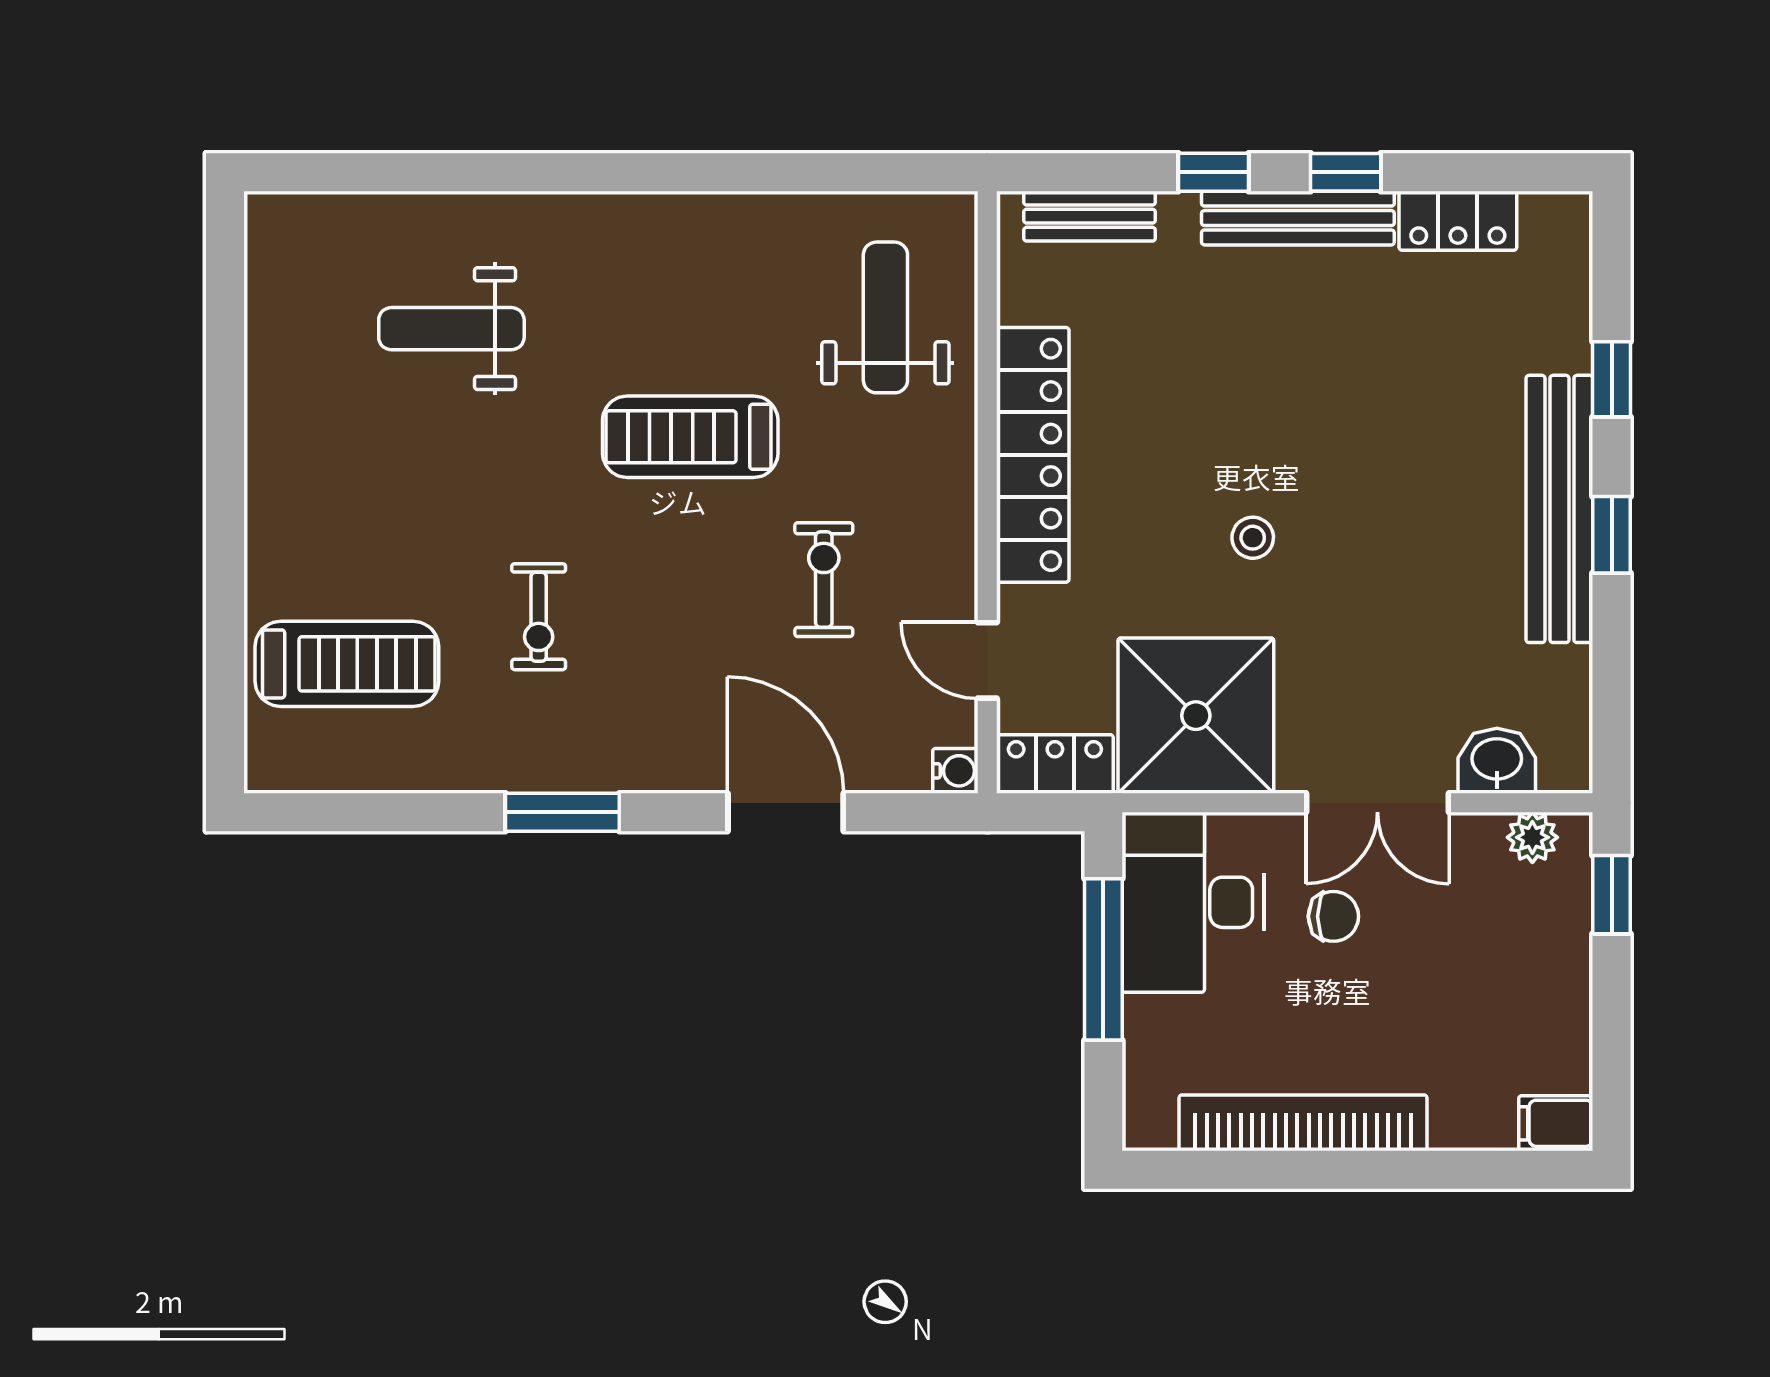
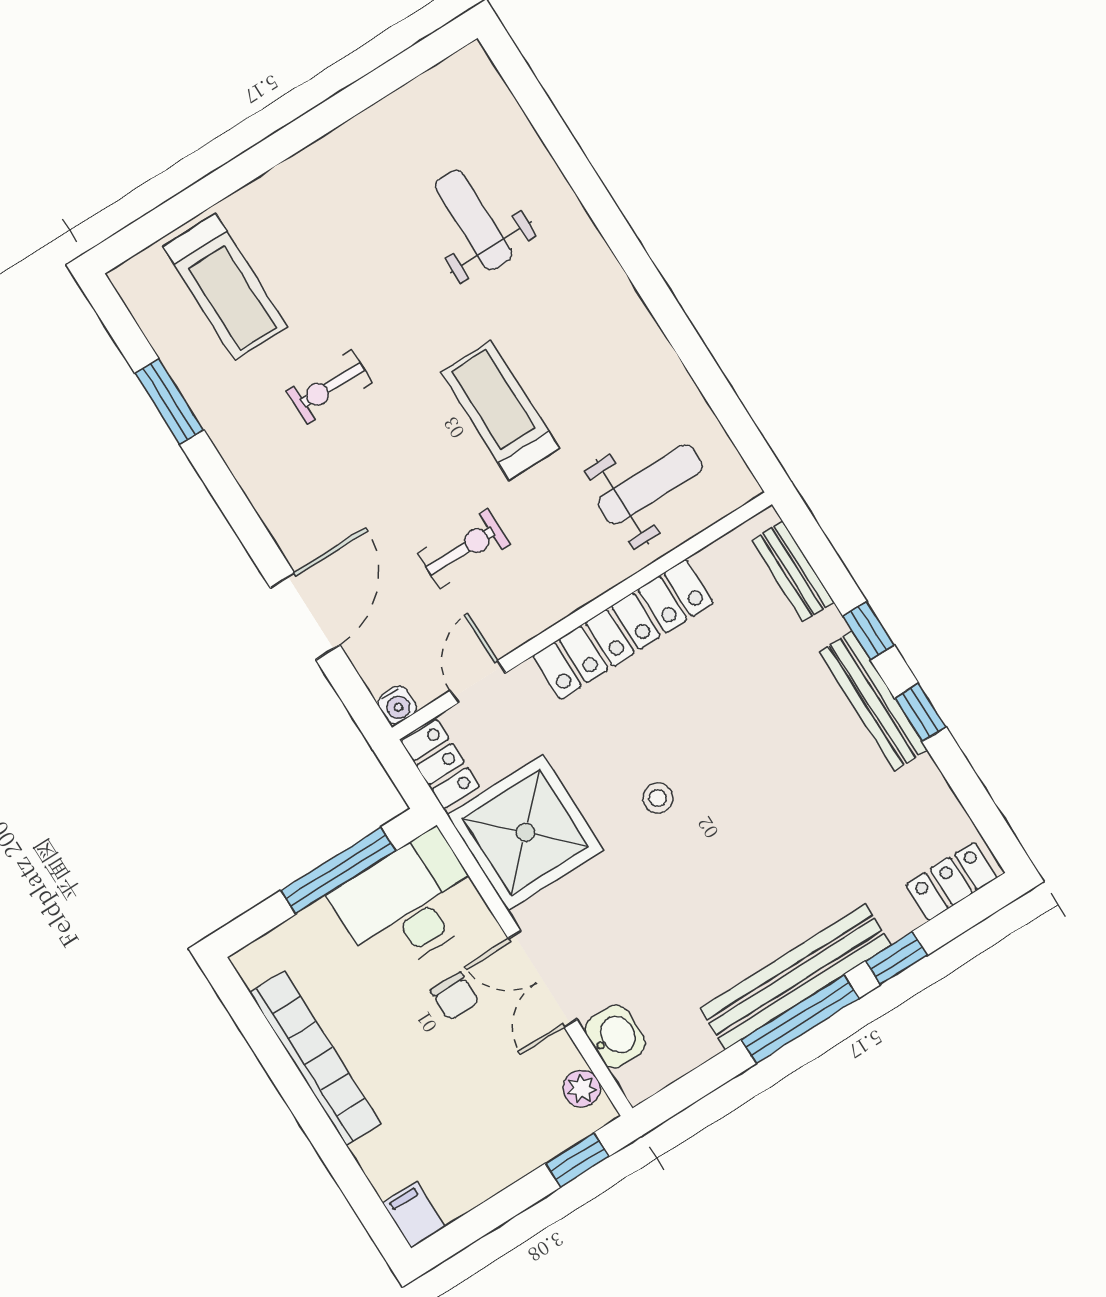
locker: (1458, 221) -> (951, 881), moved, turned 90
window: (1612, 535) -> (800, 1019), width x2.17
window: (562, 812) -> (169, 402), moved

